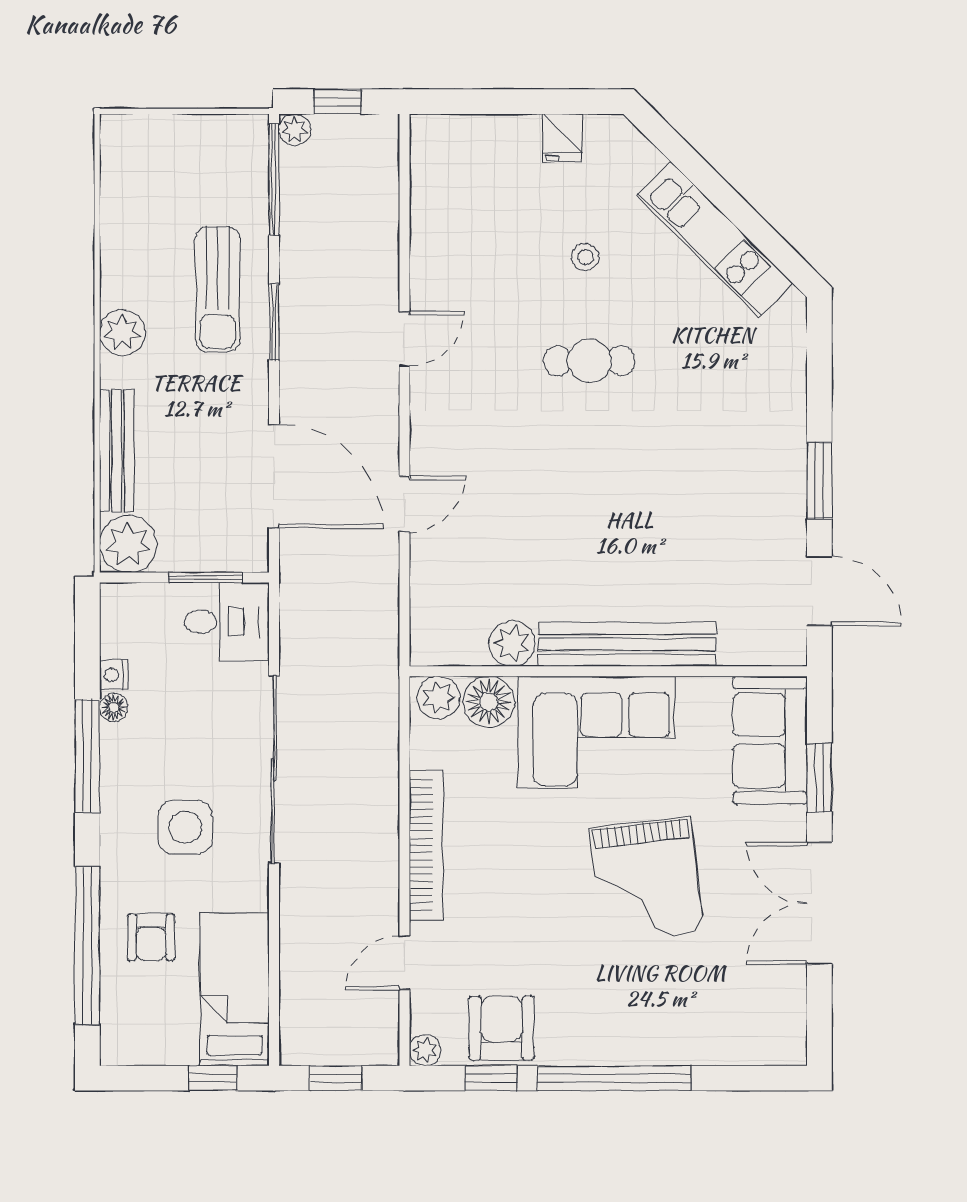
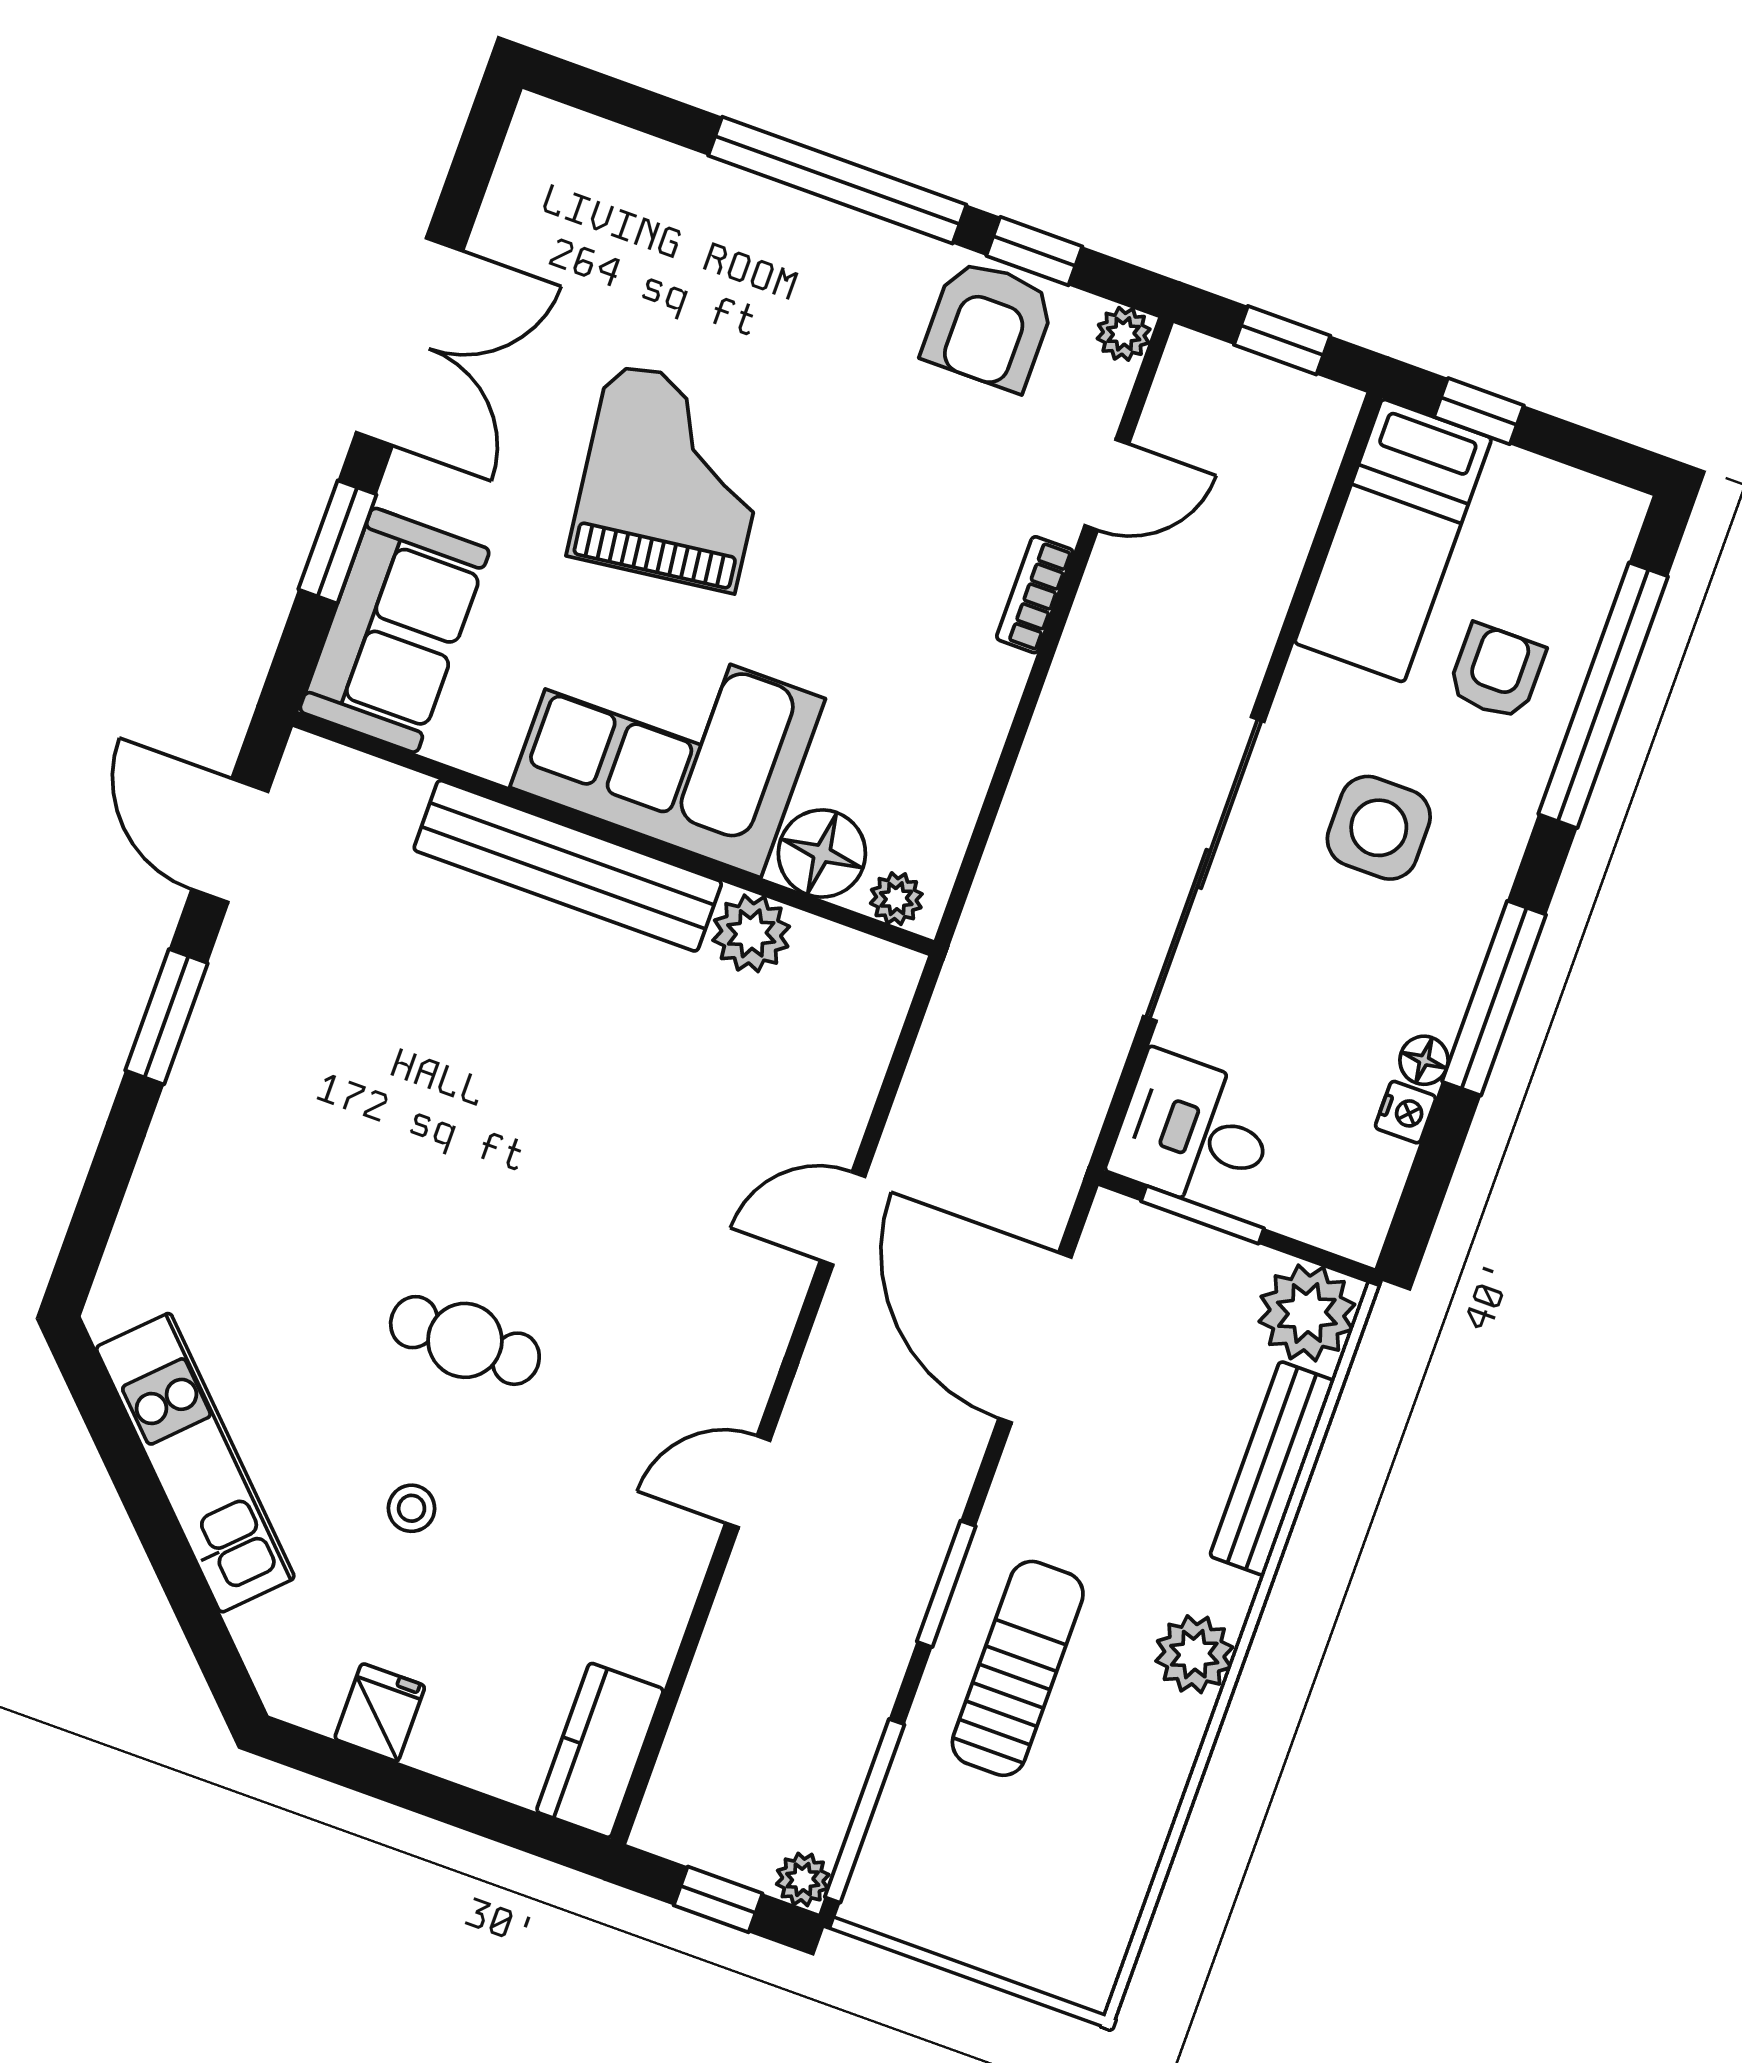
kitchen counter: (433, 161) -> (600, 1750), added
plant: (438, 698) -> (896, 899), width x0.73, depth x0.73
bookcase: (426, 845) -> (1035, 595), width x0.43, depth x0.76

